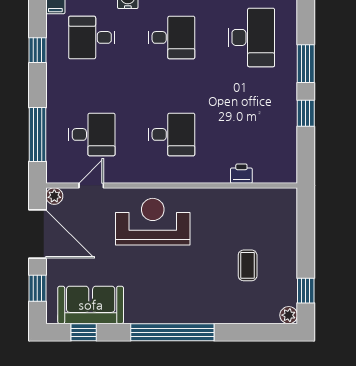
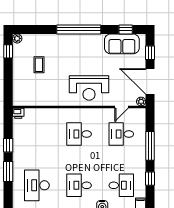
window: (37, 135) -> (150, 146), moved
printer: (241, 174) -> (18, 113), moved

